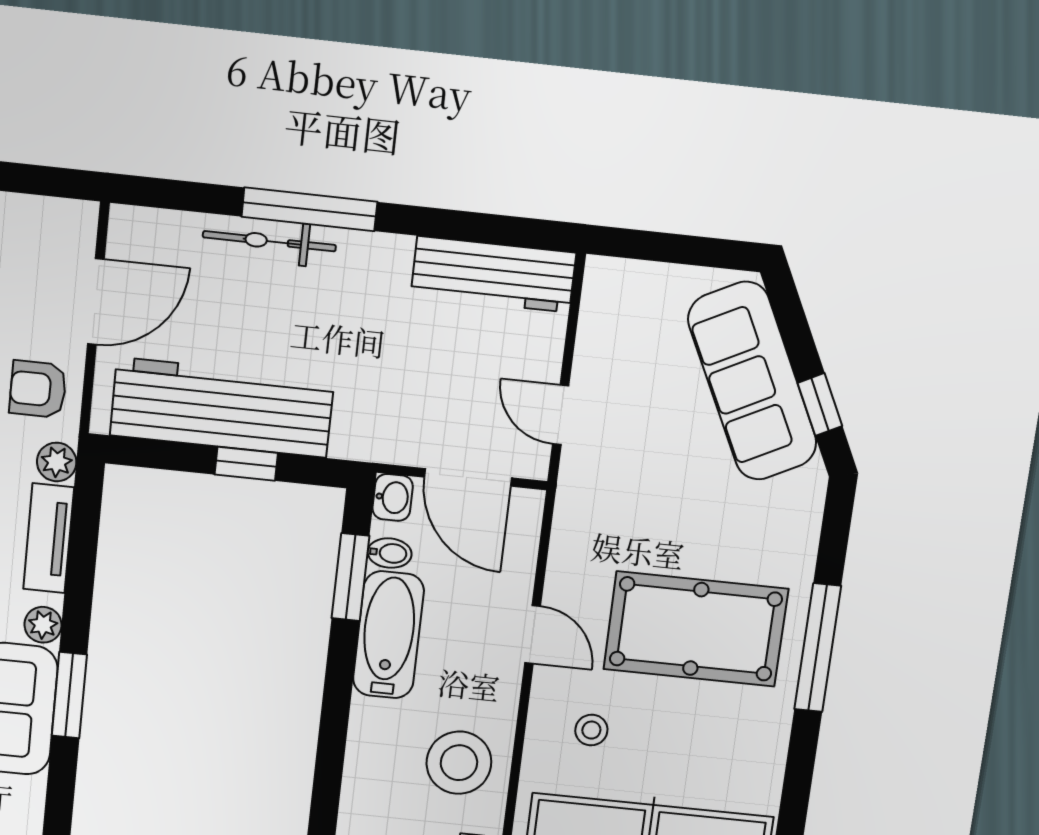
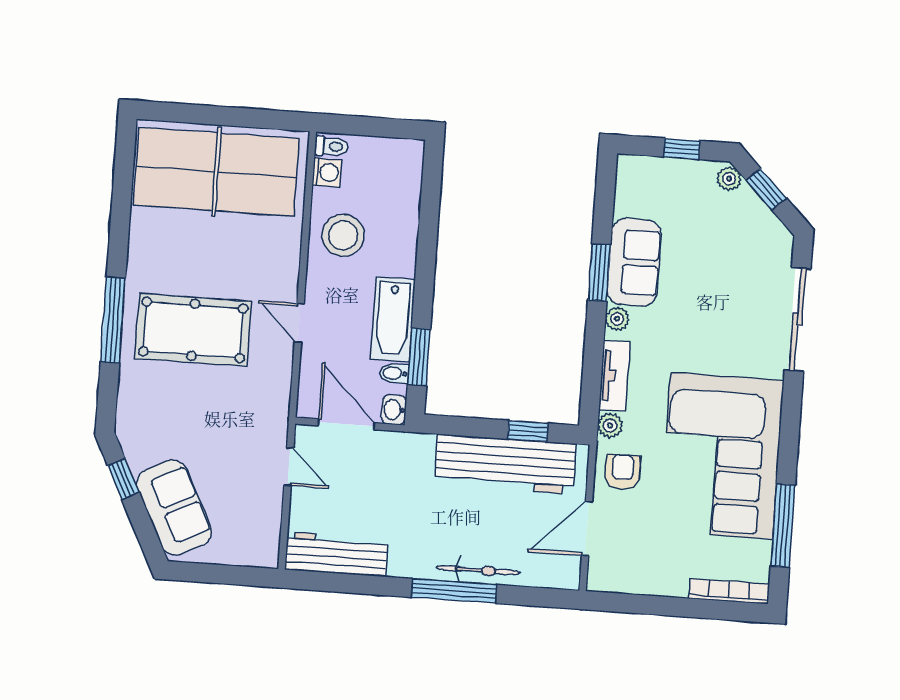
sofa: (752, 381) -> (174, 508), width x0.73
armchair: (38, 389) -> (623, 472), turned -90
window: (246, 464) -> (528, 431), moved
stool: (591, 730) -> (257, 260), removed

